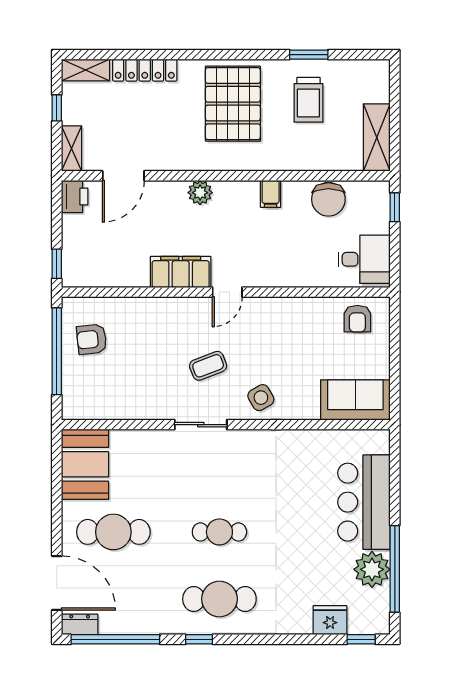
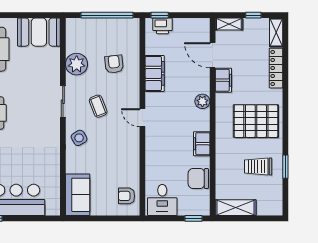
filing cabinet: (165, 158) -> (223, 80), added
filing cabinet: (271, 194) -> (202, 144), width x2.00
printer: (75, 197) -> (162, 26), moved
filing cabinet: (181, 272) -> (155, 73), moved
armchair: (92, 339) -> (114, 64), moved
plant: (138, 402) -> (77, 64), added

